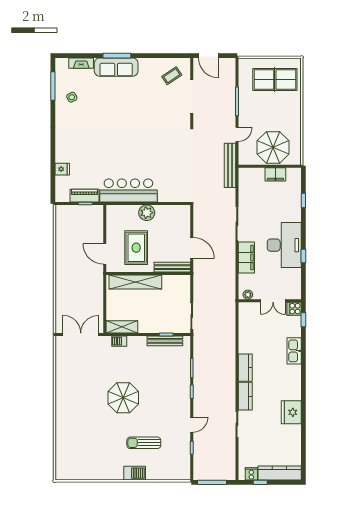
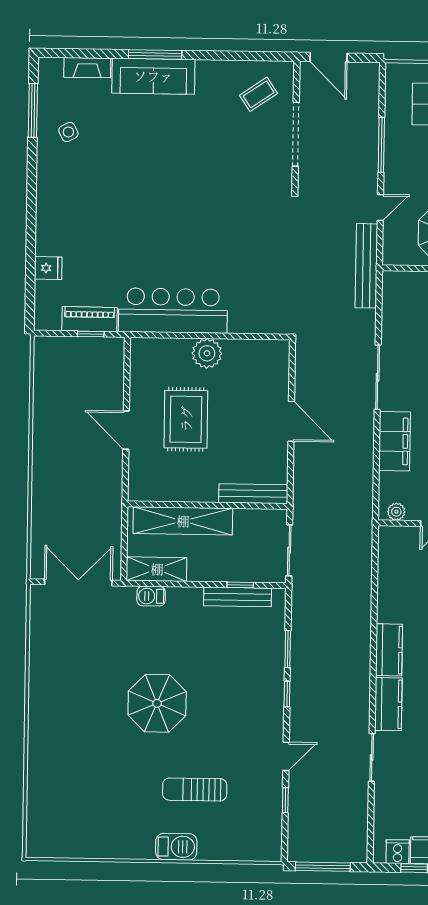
bench: (172, 267) -> (253, 494), moved
wall: (148, 274) -> (207, 505), moved
shelving: (135, 282) -> (183, 521), moved

